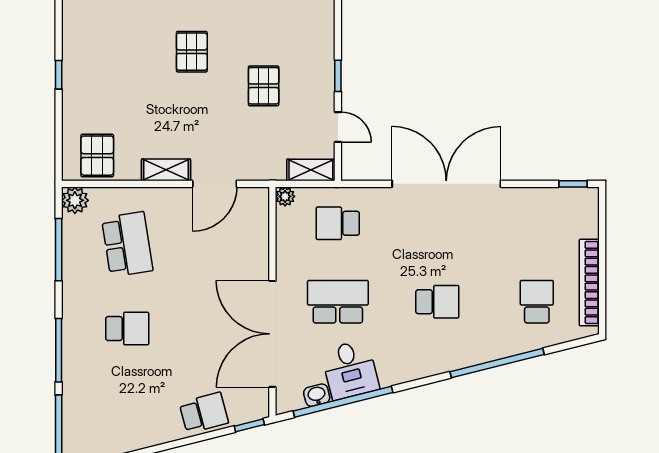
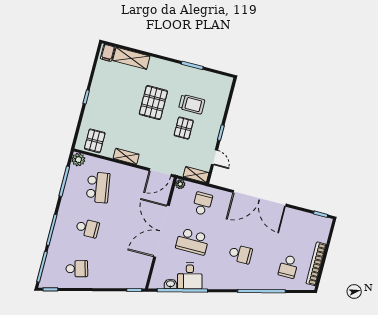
trolley: (267, 35) -> (192, 104), added
pallet: (192, 52) -> (153, 103), width x1.50, depth x1.42
door: (215, 184) -> (160, 172), moved
double door: (446, 184) -> (260, 198), swing flipped
school desk: (338, 223) -> (202, 204), turned 90
school desk: (338, 302) -> (192, 242), turned 180
school desk: (537, 302) -> (288, 267), turned 180
double door: (272, 334) -> (161, 231), moved
school desk: (204, 413) -> (77, 269), moved

